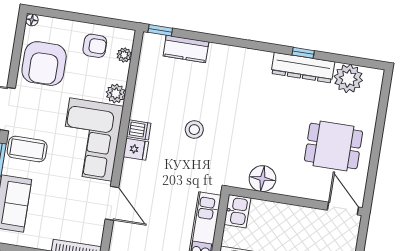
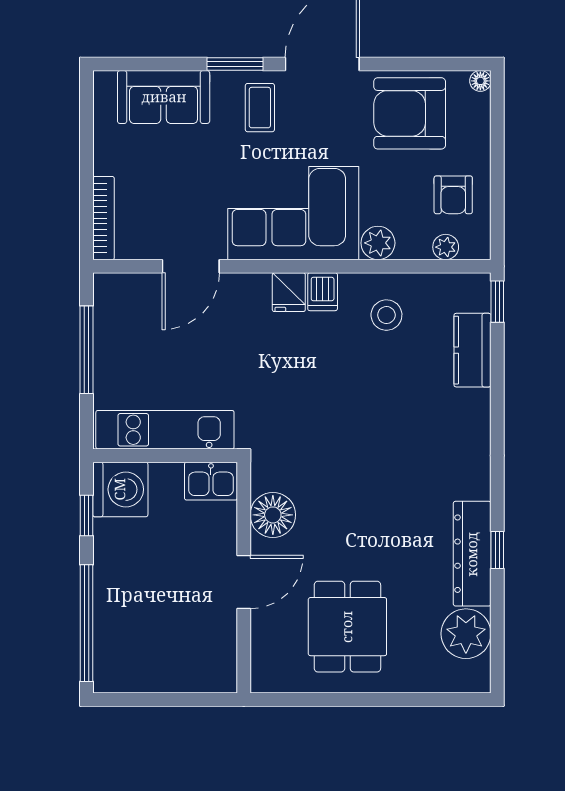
stool: (194, 130) -> (386, 315), moved
coffee table: (27, 149) -> (260, 108), width x0.73, depth x0.77
door: (343, 209) -> (244, 582), moved

